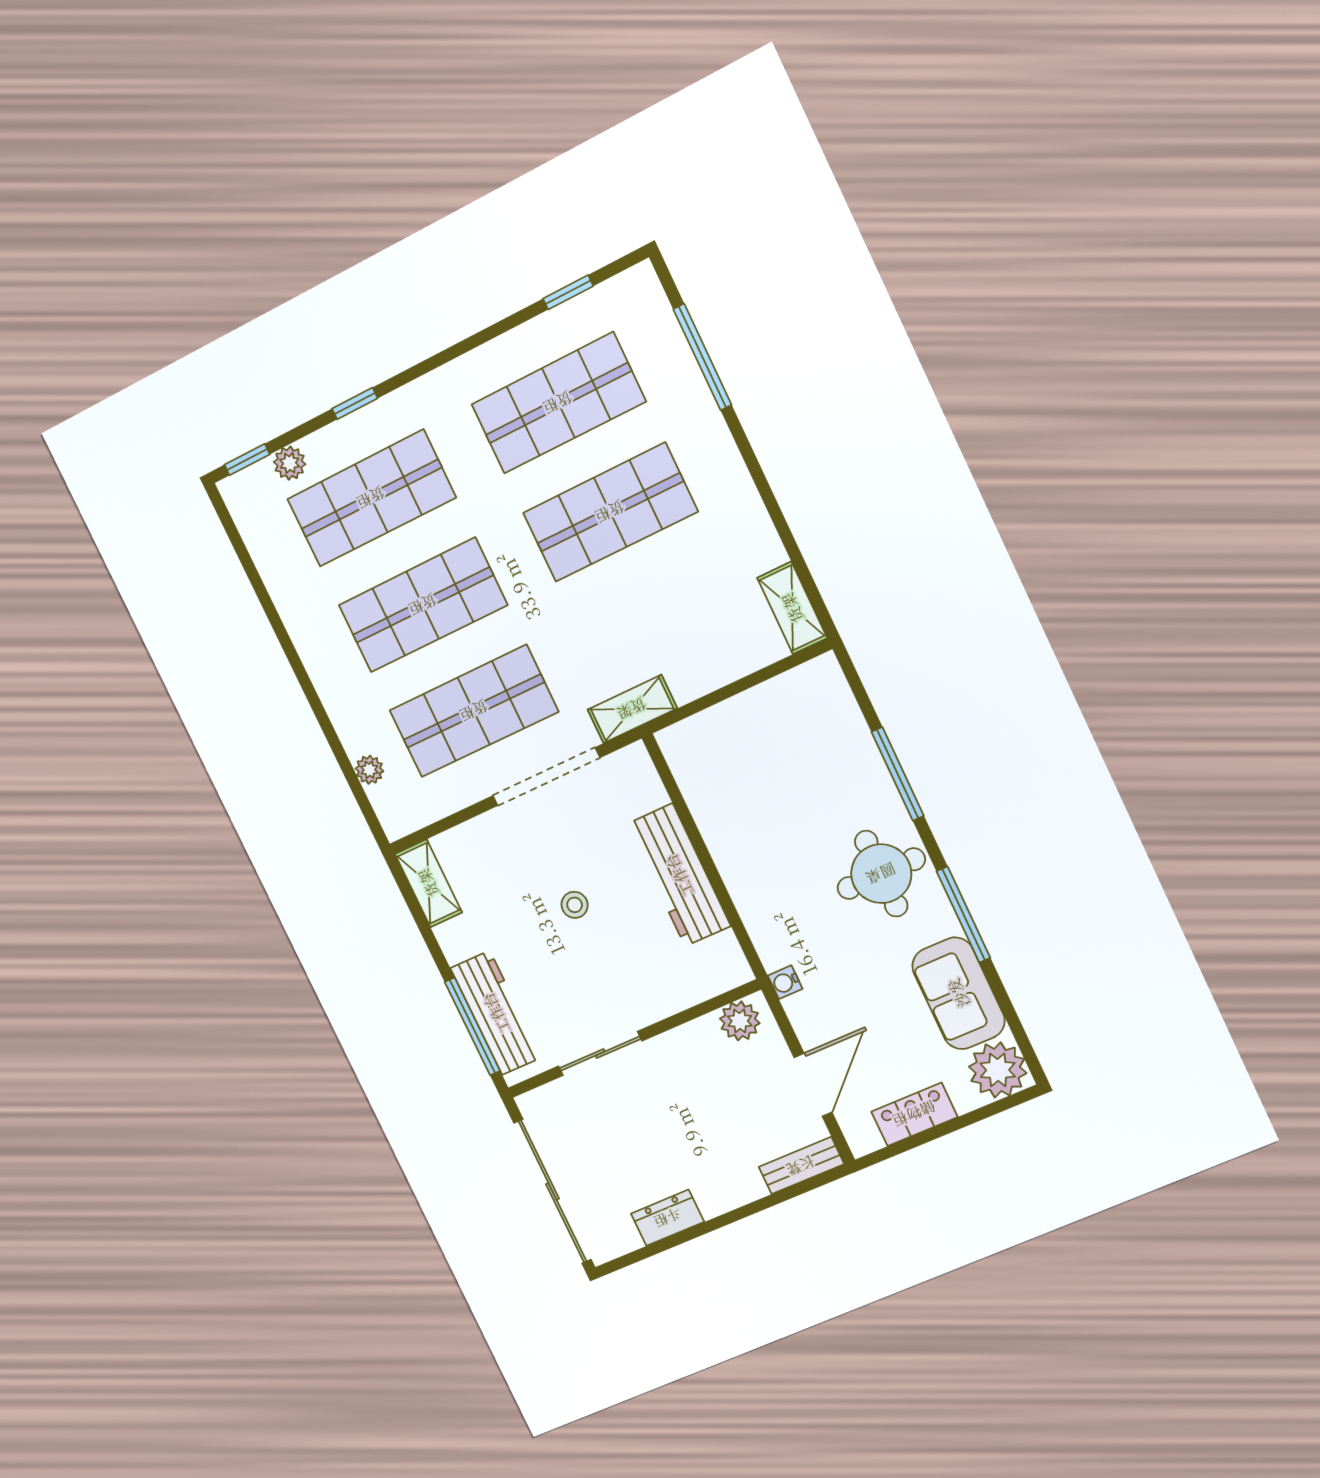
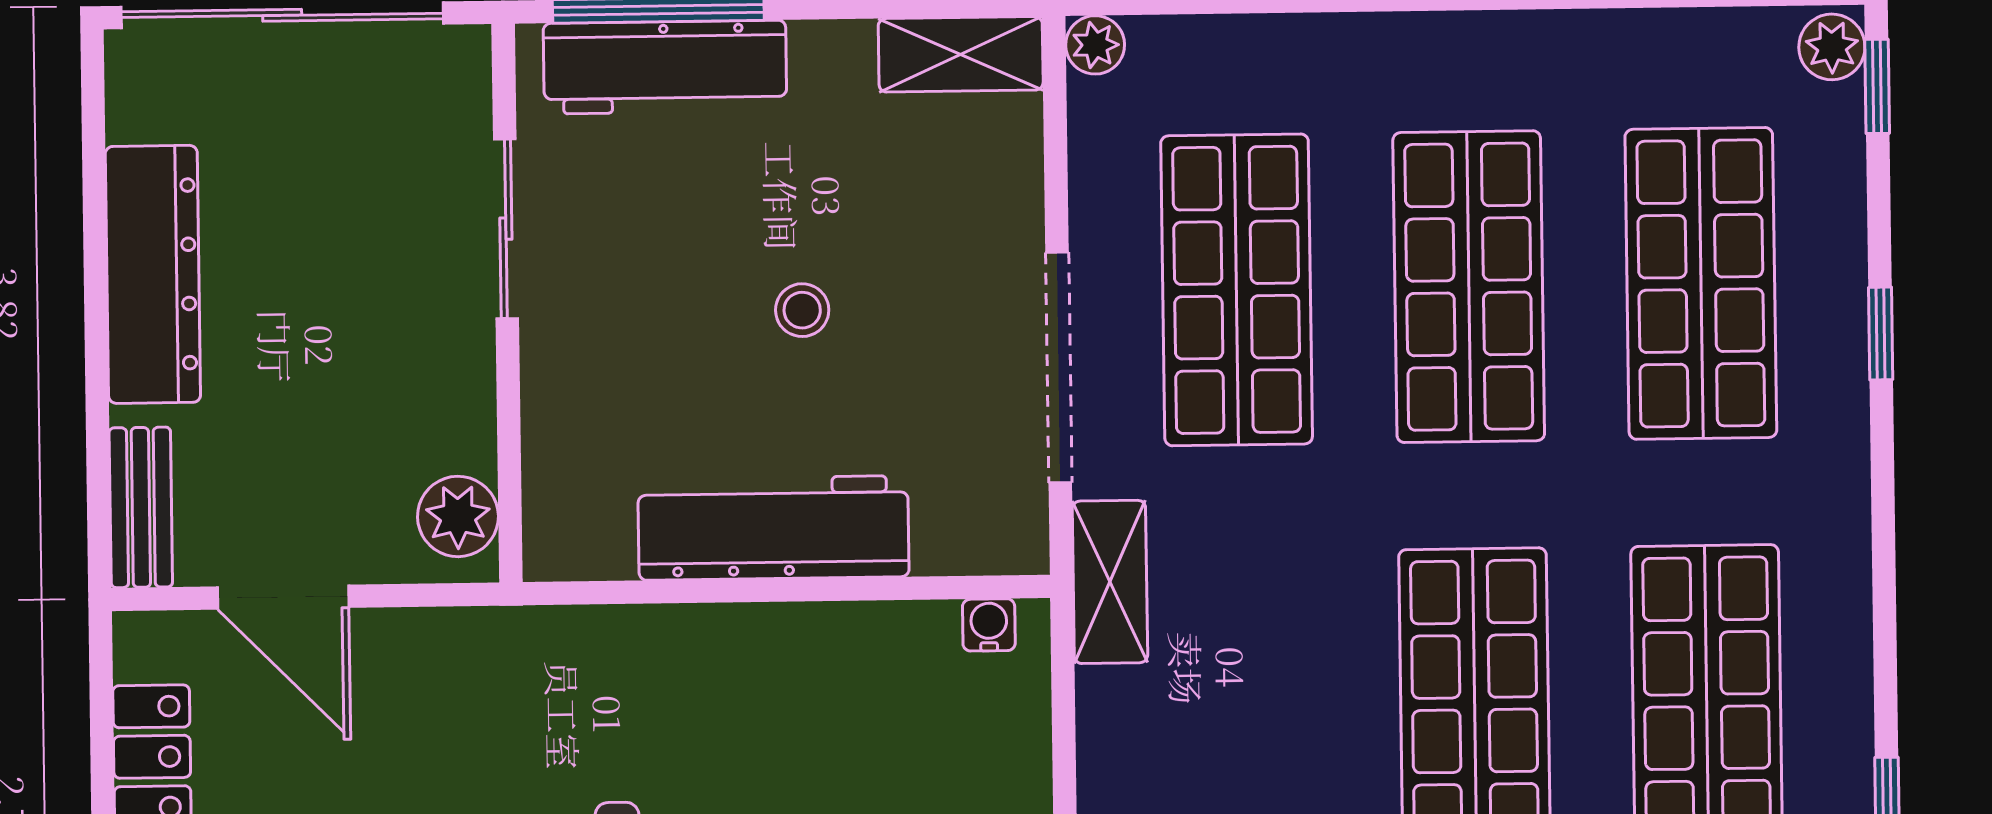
plant: (290, 463) -> (1832, 47), moved
plant: (369, 770) -> (1095, 45), moved
water cooler: (785, 982) -> (989, 625), moved
dresser: (668, 1218) -> (153, 274), width x1.96, depth x1.24

